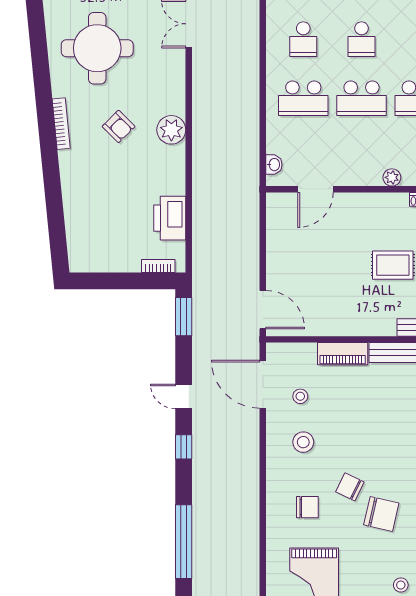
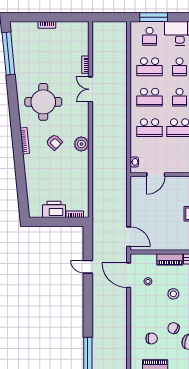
school desk: (303, 39) -> (150, 97), width x1.85
printer: (170, 218) -> (54, 209), moved, turned 90
window: (184, 317) -> (88, 240), removed
door: (184, 397) -> (88, 267), moved
stool: (303, 442) -> (173, 294), moved
window: (184, 447) -> (88, 308), removed

